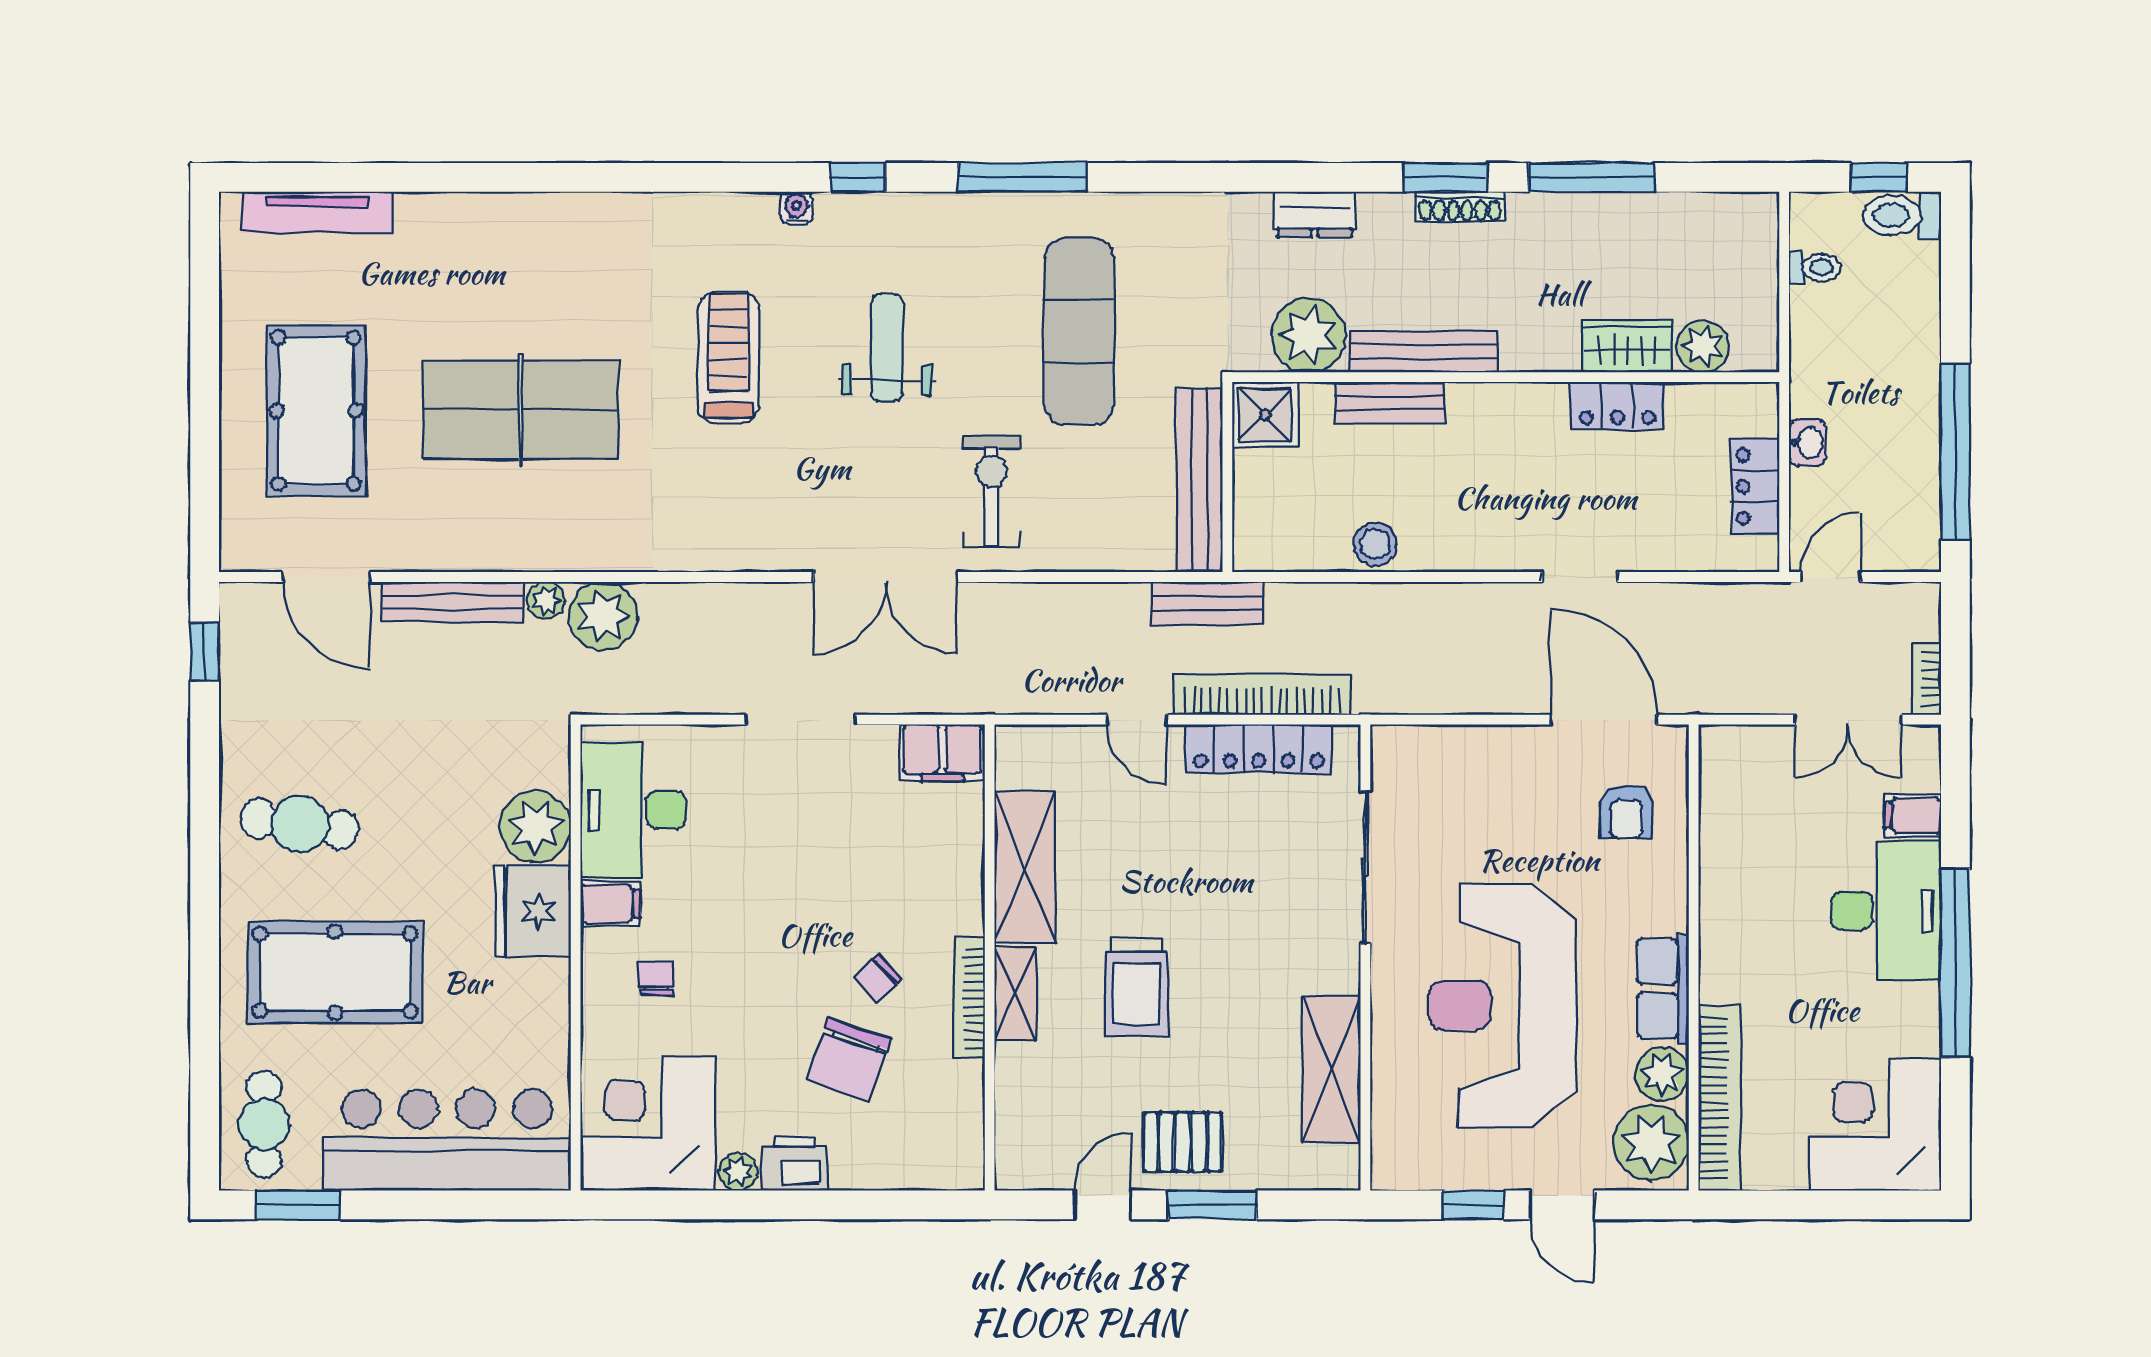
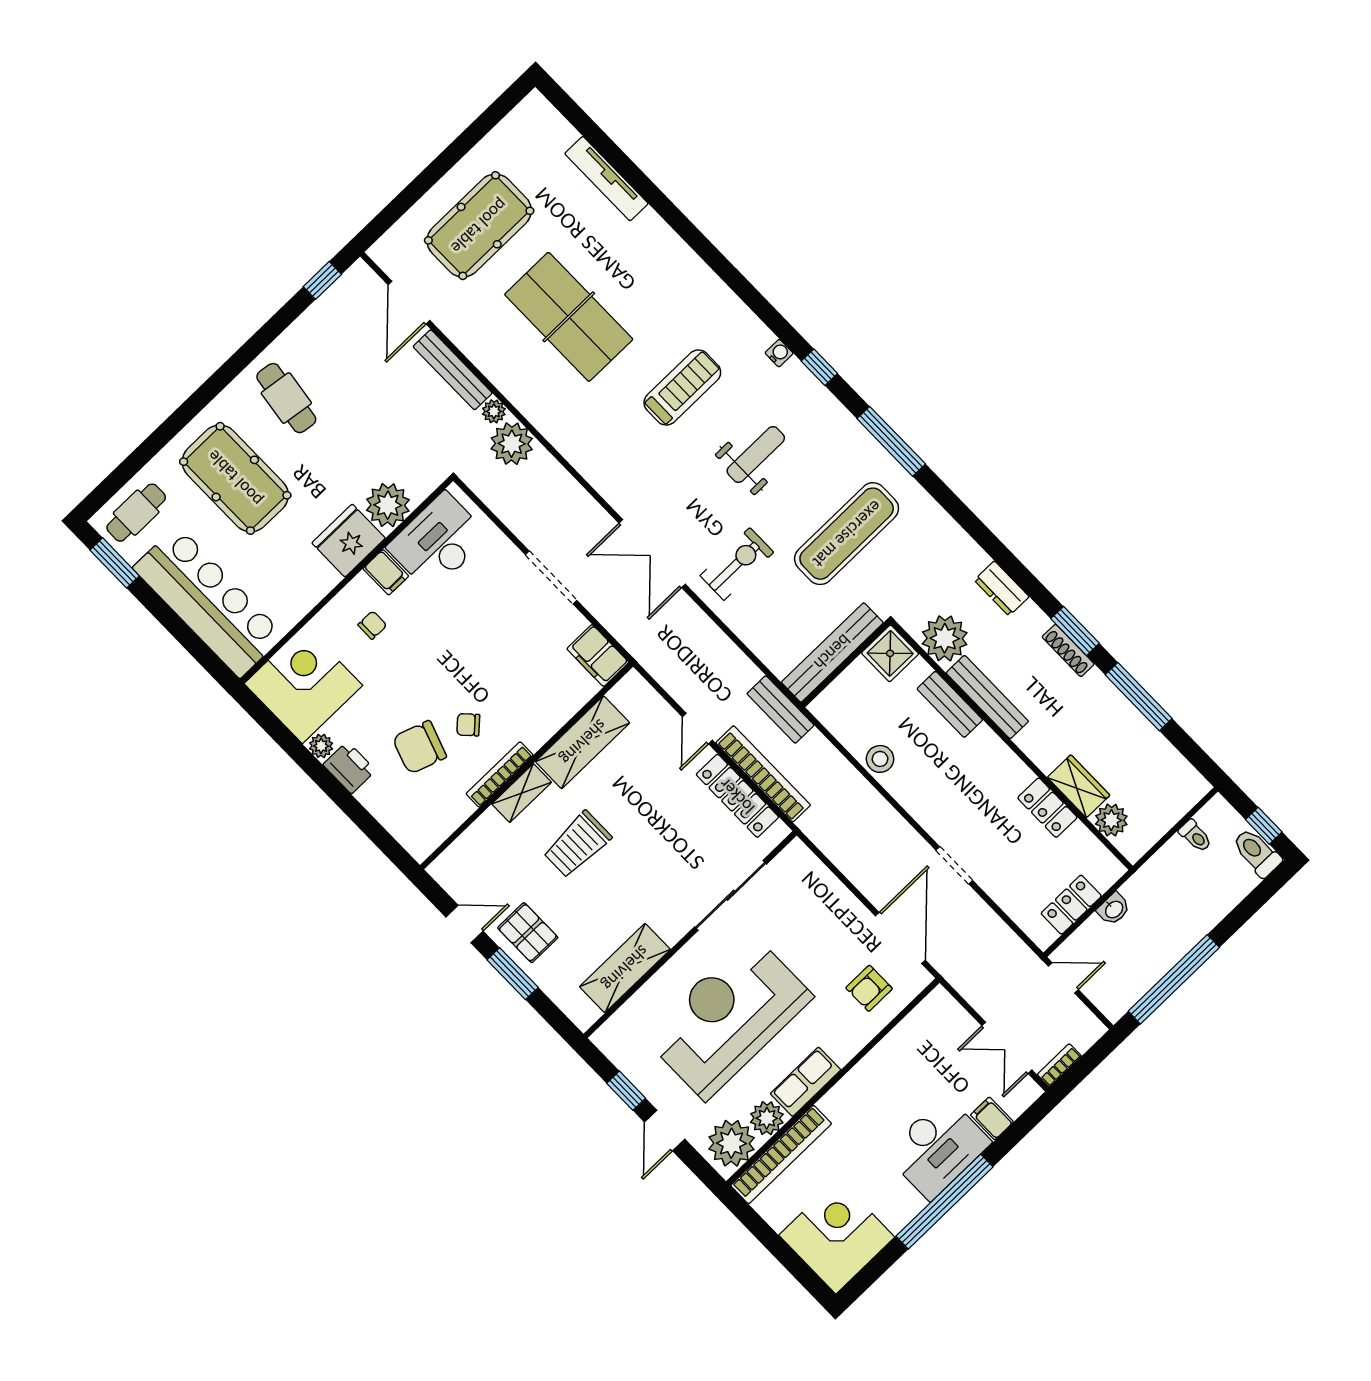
tv unit: (317, 212) -> (606, 179), moved

